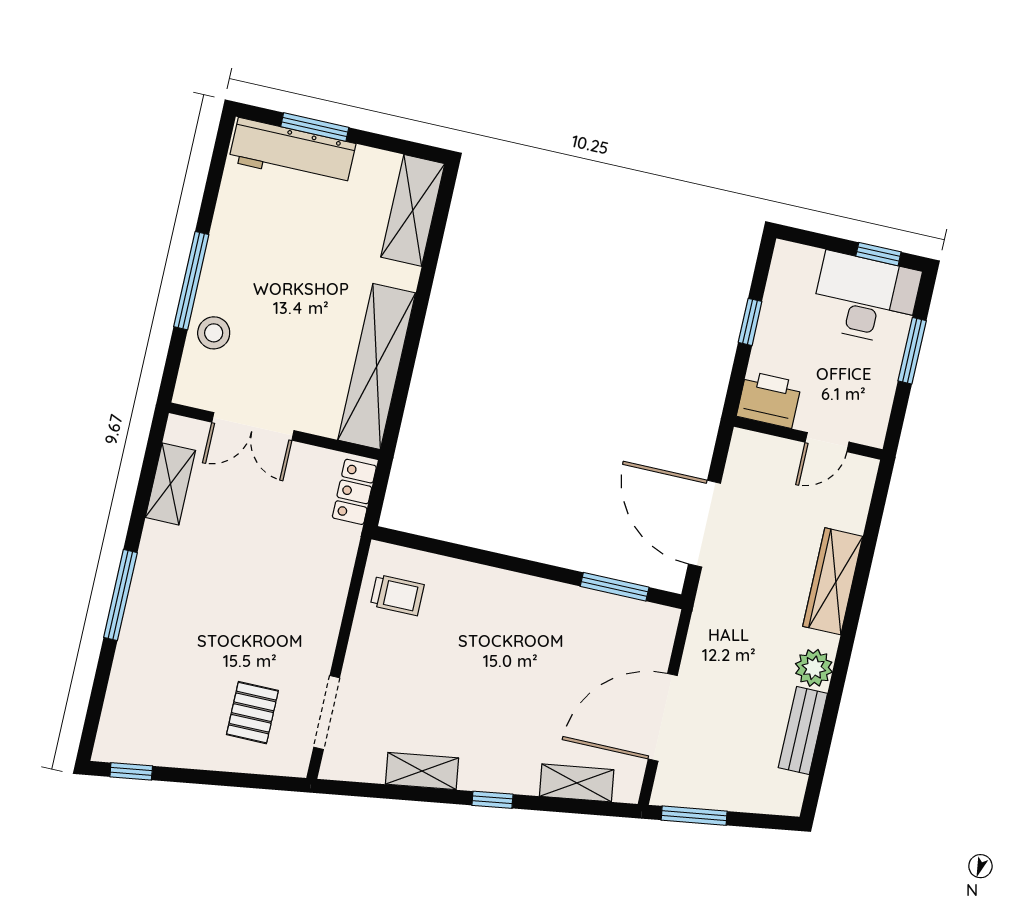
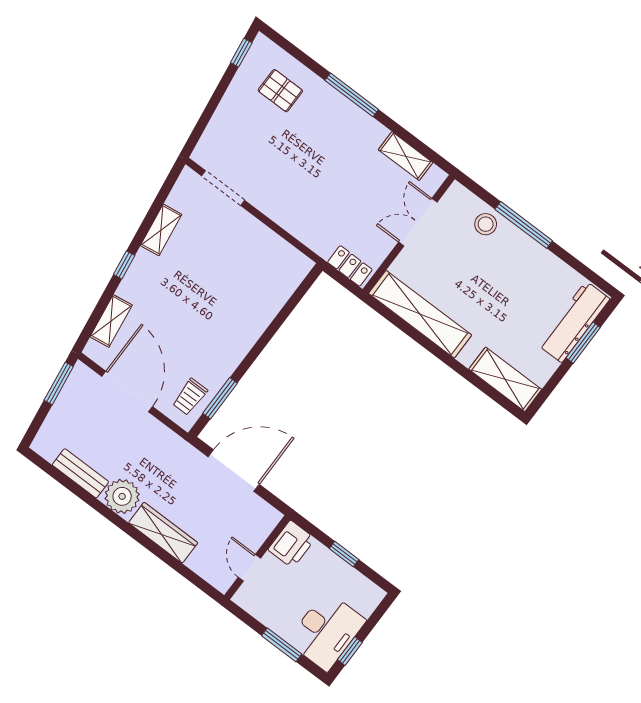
trolley: (397, 595) -> (190, 397), moved
plant: (814, 668) -> (122, 496), width x1.36, depth x1.36
pallet: (252, 713) -> (280, 91), moved

